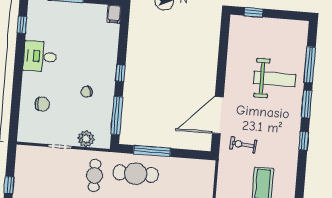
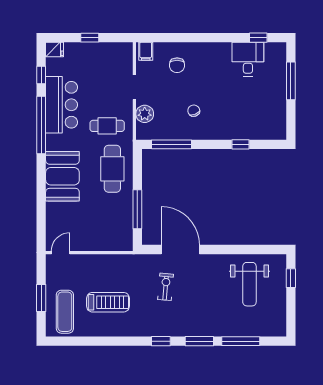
filing cabinet: (114, 14) -> (146, 51), moved, turned -90
desk: (40, 56) -> (248, 59), moved
window: (120, 73) -> (240, 144), moved
weight bench: (275, 79) -> (249, 284), moved
exercise bike: (243, 145) -> (166, 287), moved
window: (152, 151) -> (137, 209), moved

